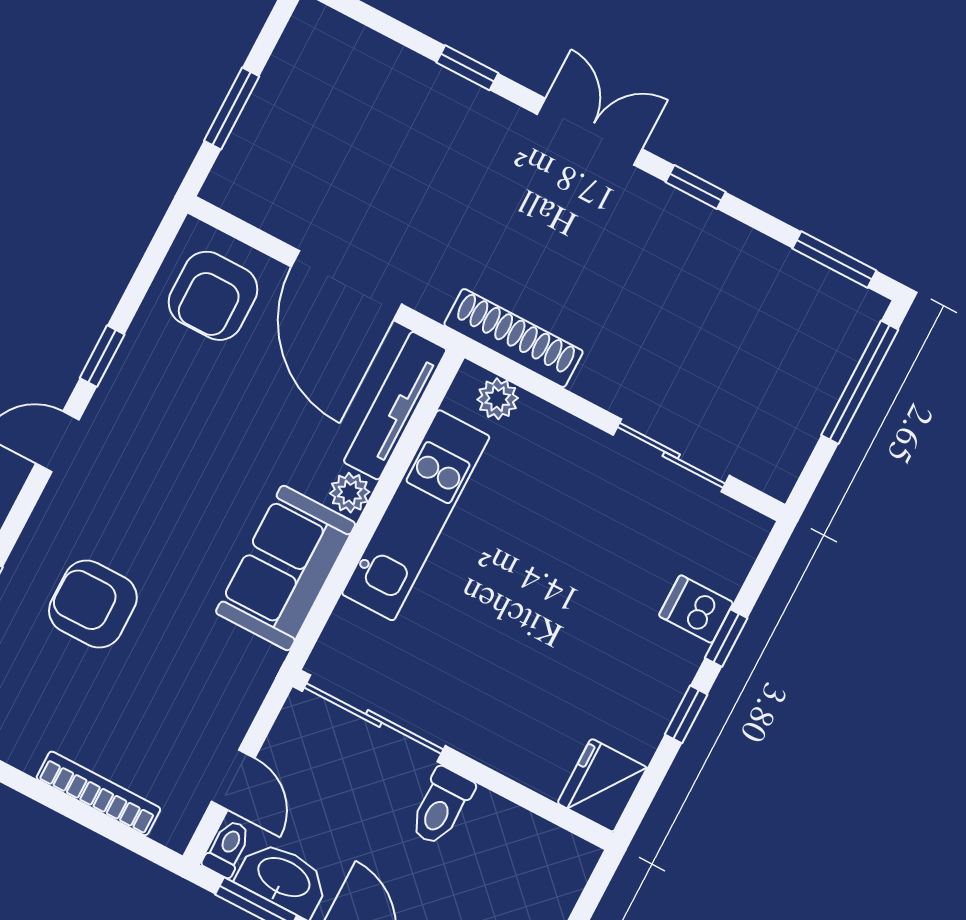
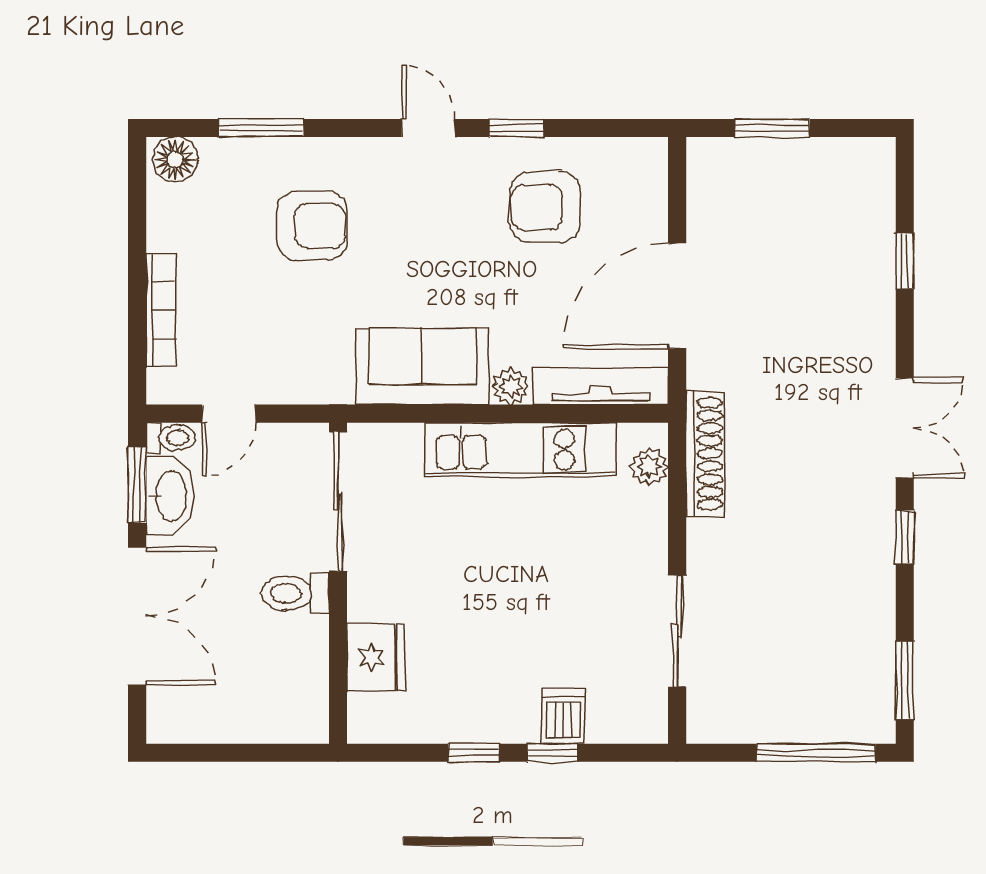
window: (467, 68) -> (905, 261), moved
armchair: (213, 296) -> (545, 207), moved
armchair: (93, 604) -> (312, 226), turned 90
fridge: (602, 785) -> (376, 657), moved, turned 90

